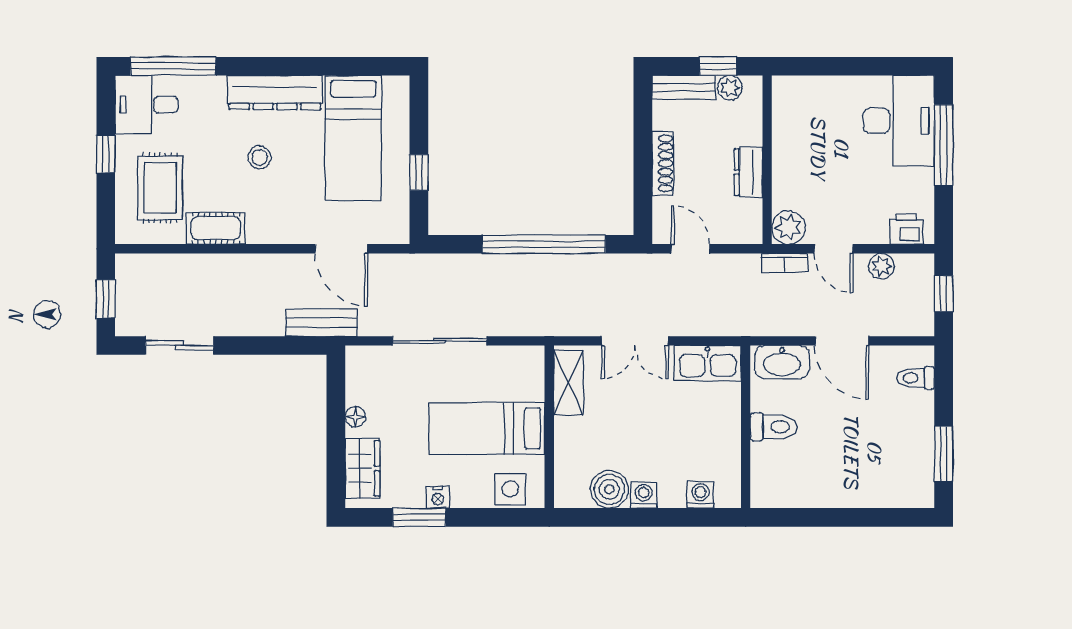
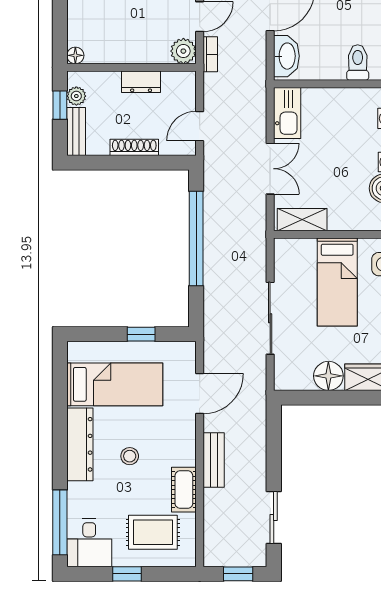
floor lamp: (783, 86) -> (75, 55), added
bench: (321, 323) -> (214, 460), moved
floor lamp: (355, 417) -> (328, 376), width x1.89, depth x1.89
toilet: (774, 427) -> (358, 62), moved

